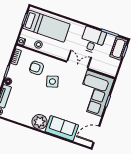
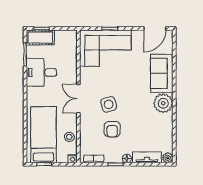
double door: (77, 65) -> (78, 99), moved
armchair: (37, 68) -> (112, 129), moved
door: (96, 134) -> (155, 29), hinge flipped

